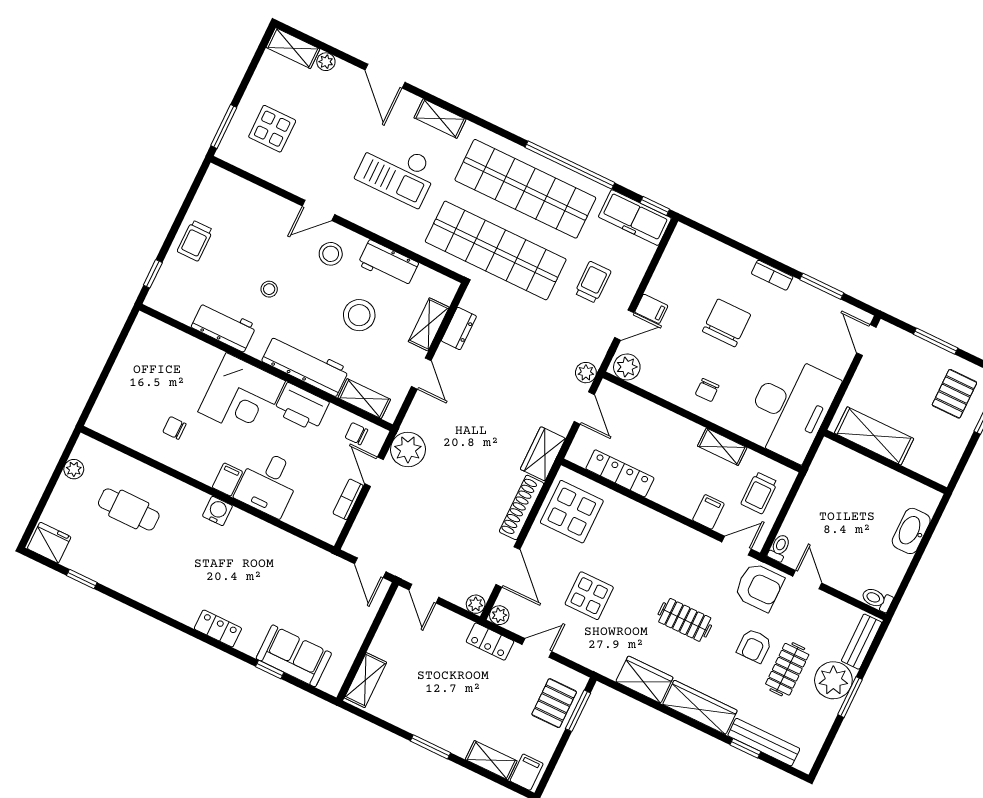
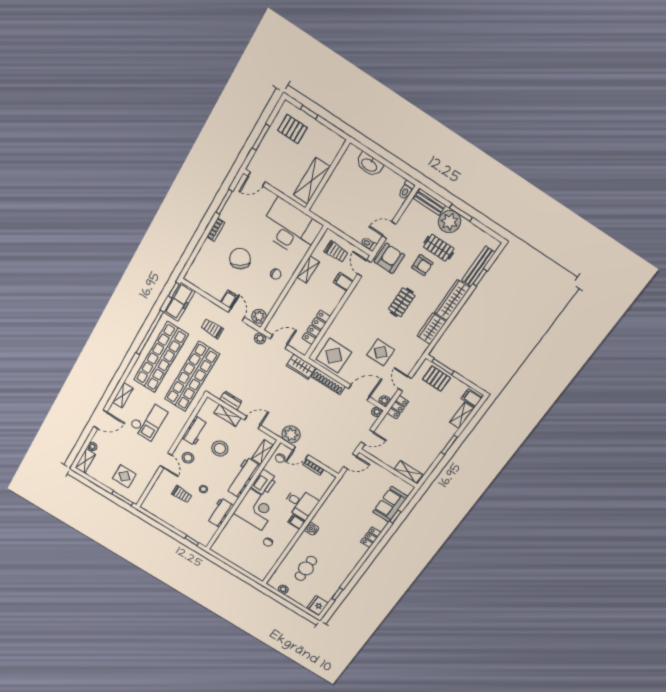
trolley: (195, 241) -> (182, 494), moved
chair: (727, 323) -> (240, 259), turned 56

